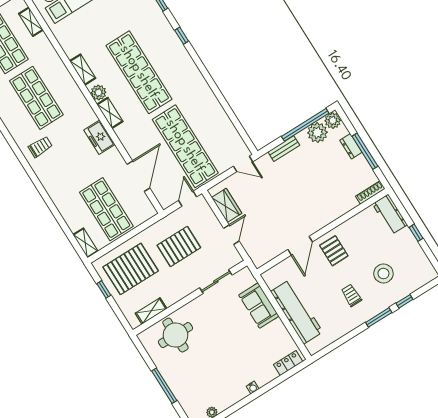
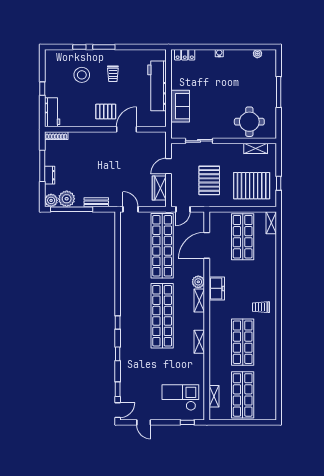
plant: (98, 93) -> (198, 282), moved
pallet: (179, 246) -> (209, 180), turned 90
pallet: (334, 251) -> (106, 112), turned 90

